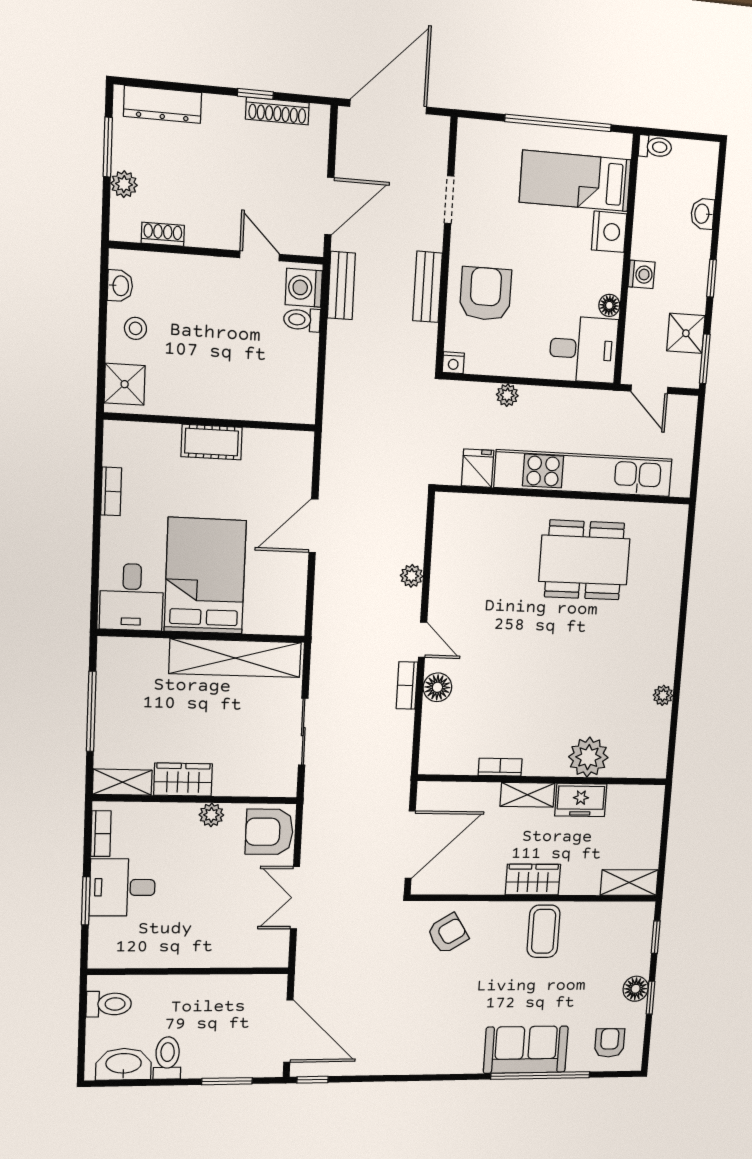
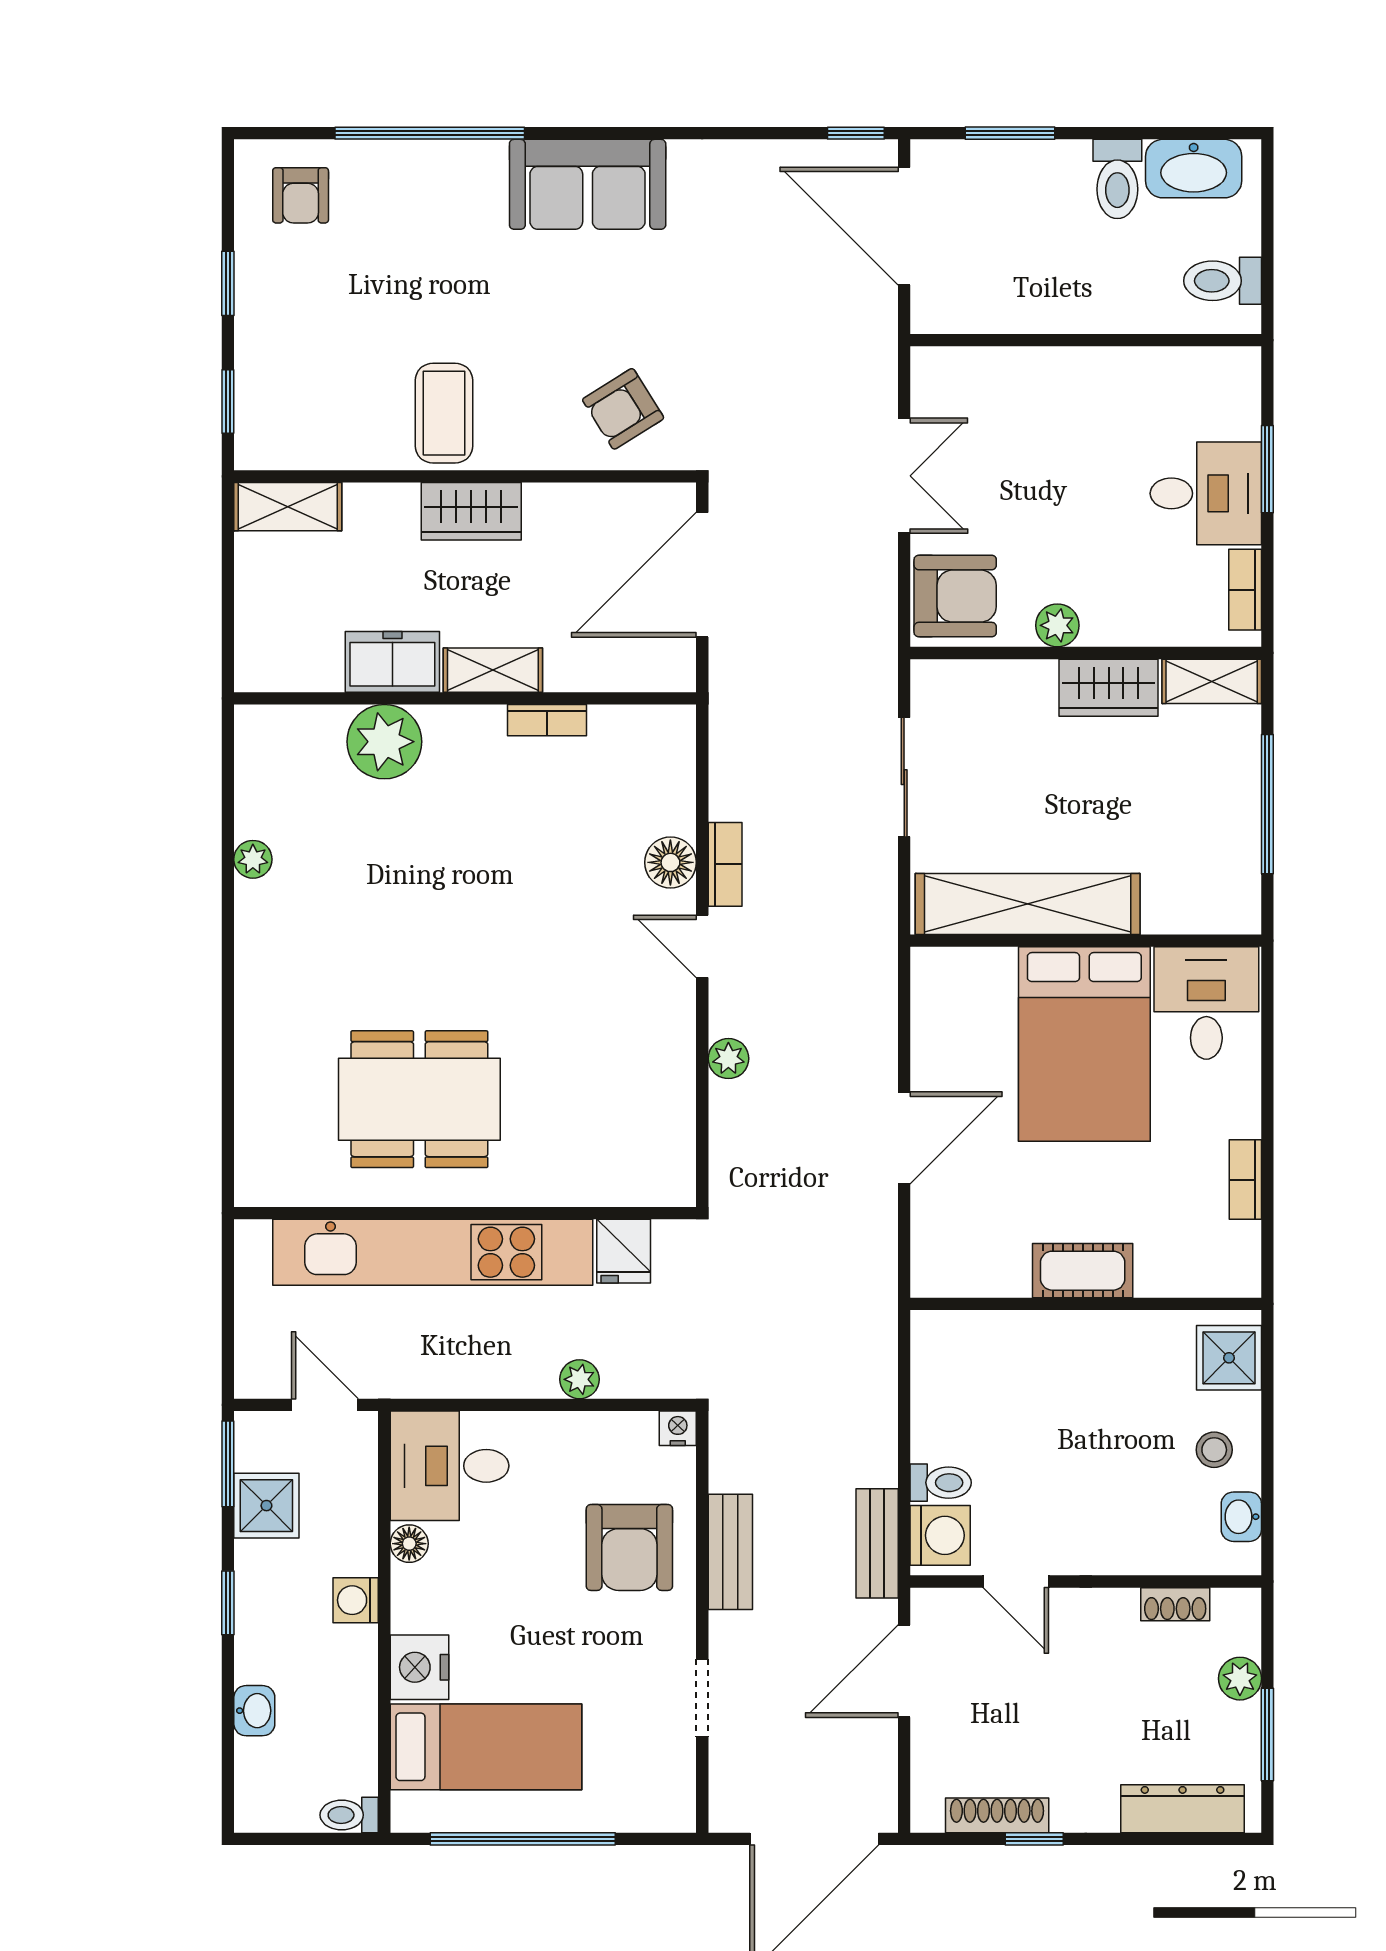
floor lamp: (636, 989) -> (258, 301), removed
sofa: (526, 1050) -> (588, 184), moved

